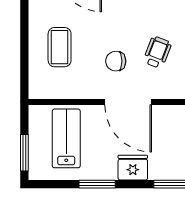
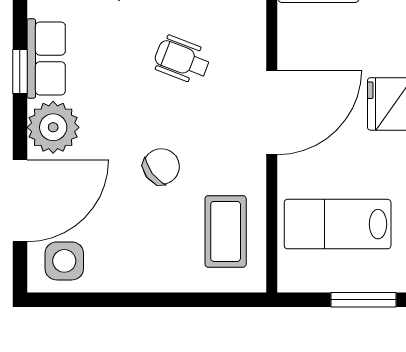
coffee table: (60, 47) -> (226, 231), moved, turned 90
chair: (116, 61) -> (161, 167), moved, turned -127

